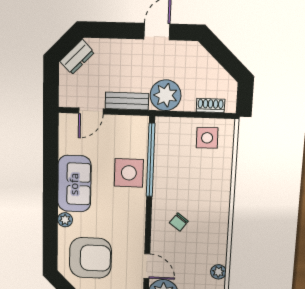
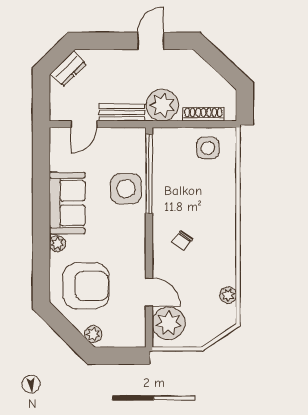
shoe rack: (210, 105) -> (203, 114), width x1.43

